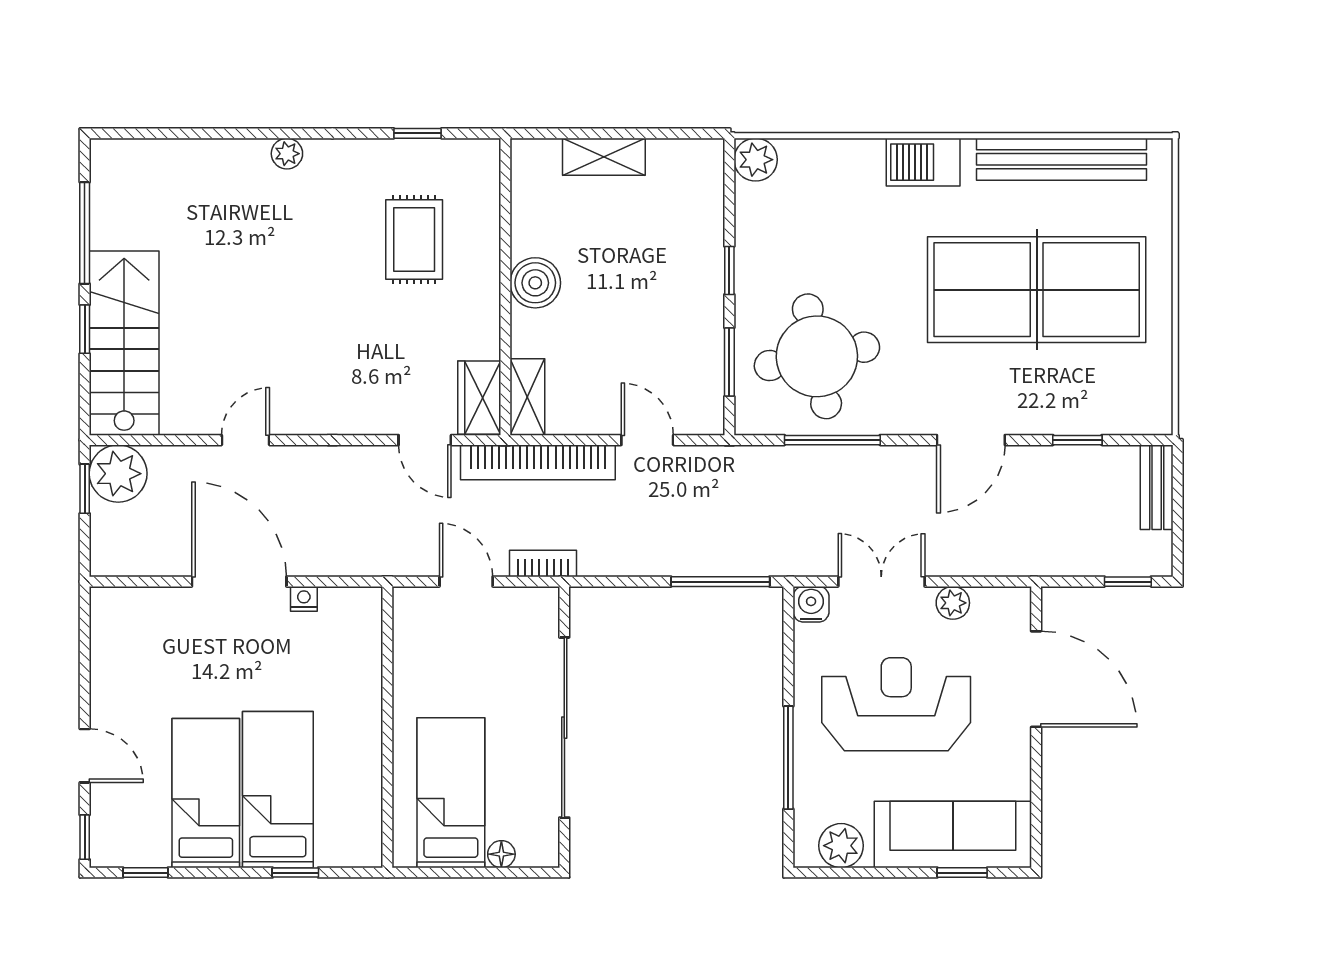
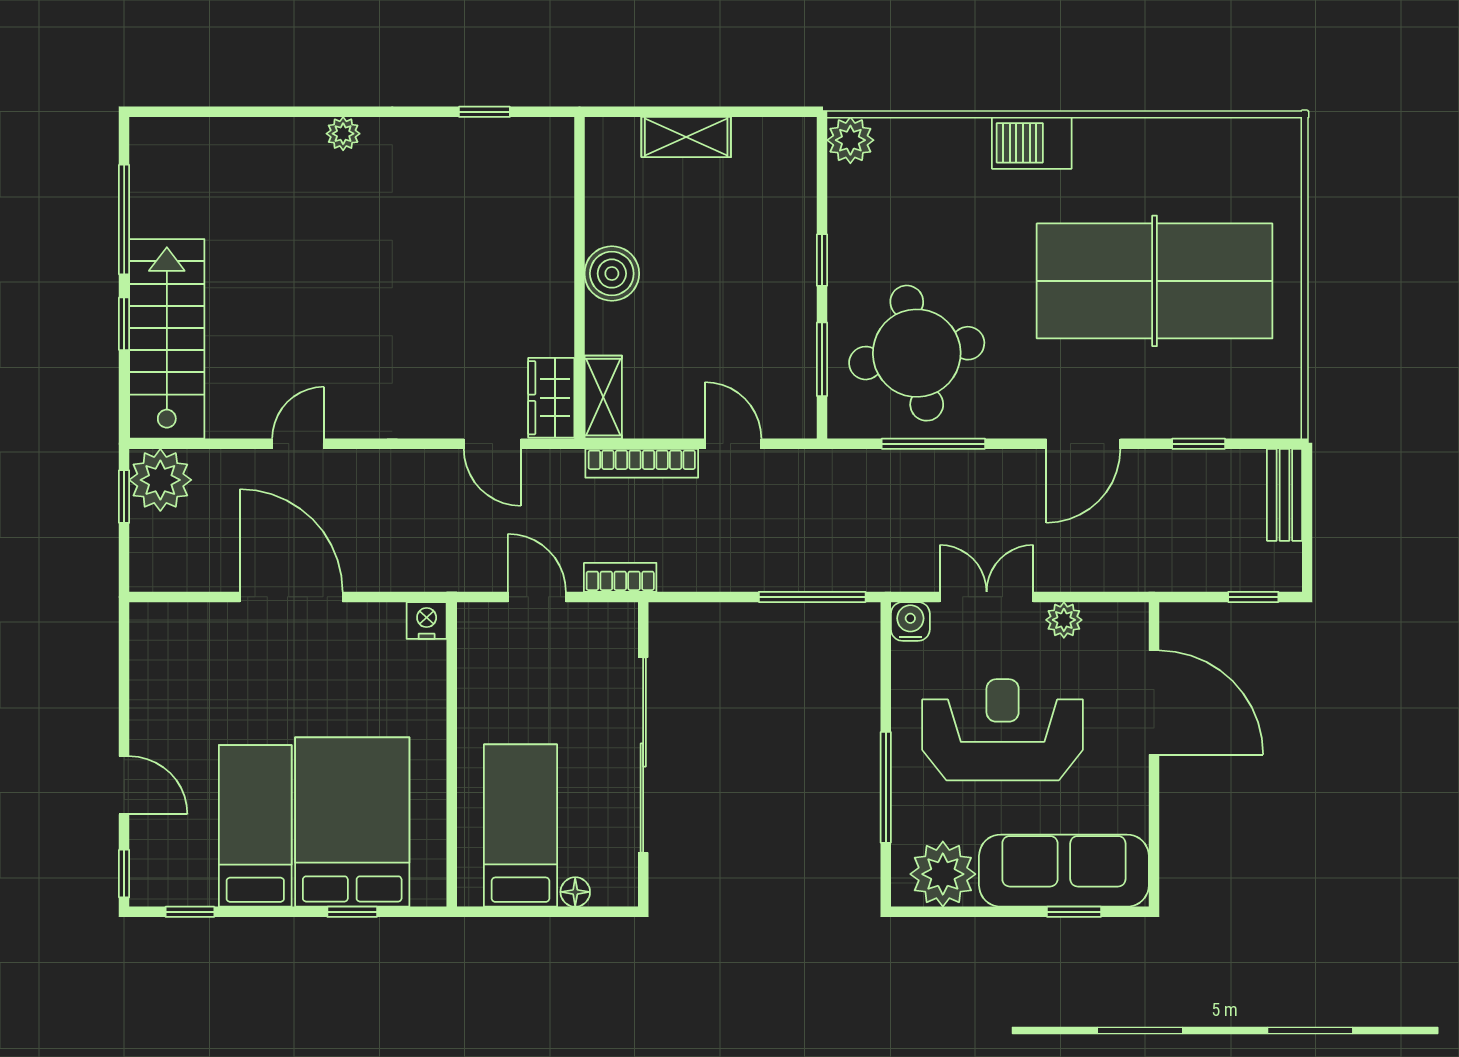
bench: (1061, 159) -> (1181, 140), removed
rug: (414, 239) -> (481, 227), removed
bookcase: (538, 462) -> (642, 463), width x0.68, depth x0.76
nightstand: (304, 599) -> (427, 620), moved, width x1.39, depth x1.35
bed: (278, 790) -> (352, 822), width x1.50
plant: (841, 846) -> (943, 874), width x1.36, depth x1.36

